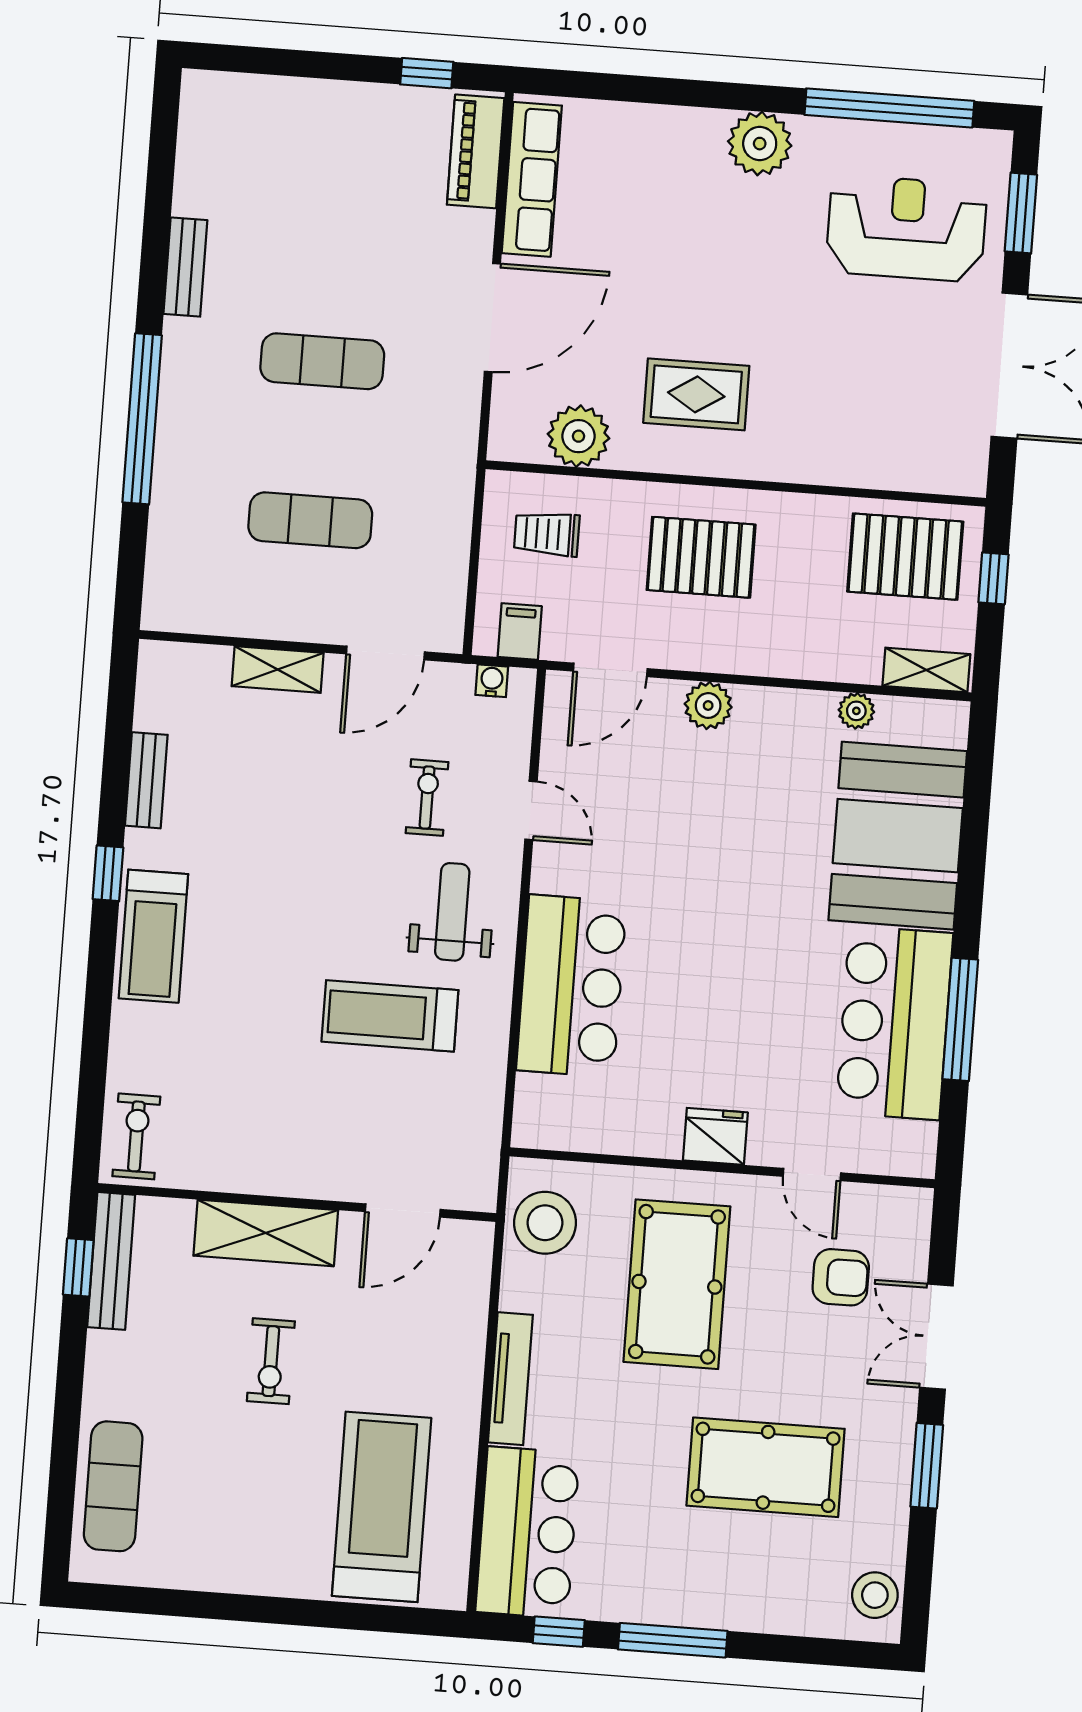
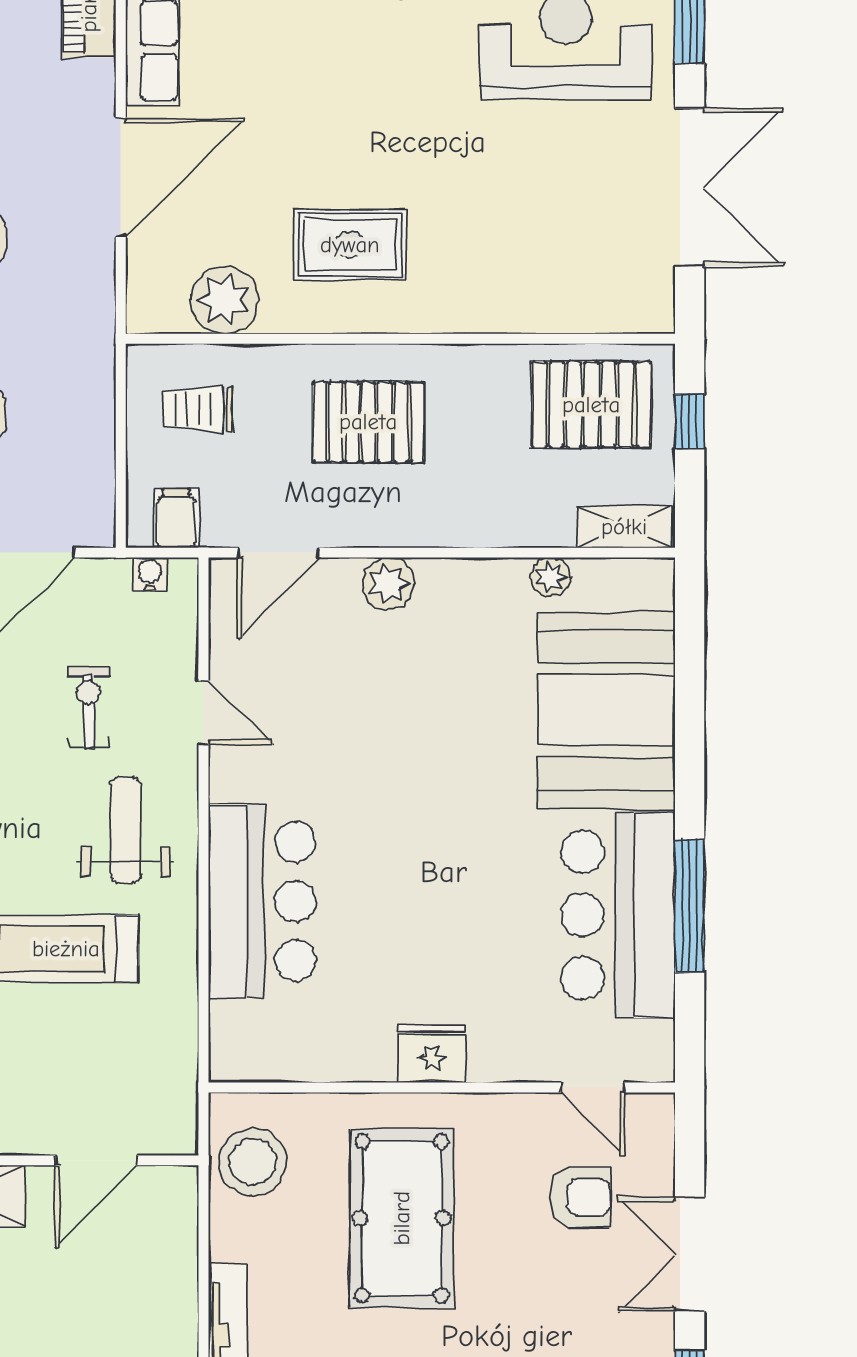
door: (812, 1175) -> (593, 1087), moved

